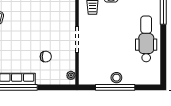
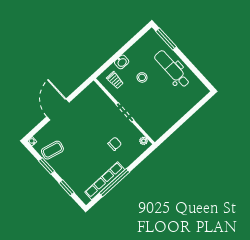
stool: (116, 78) -> (142, 77), moved
window: (115, 87) -> (181, 121), removed

